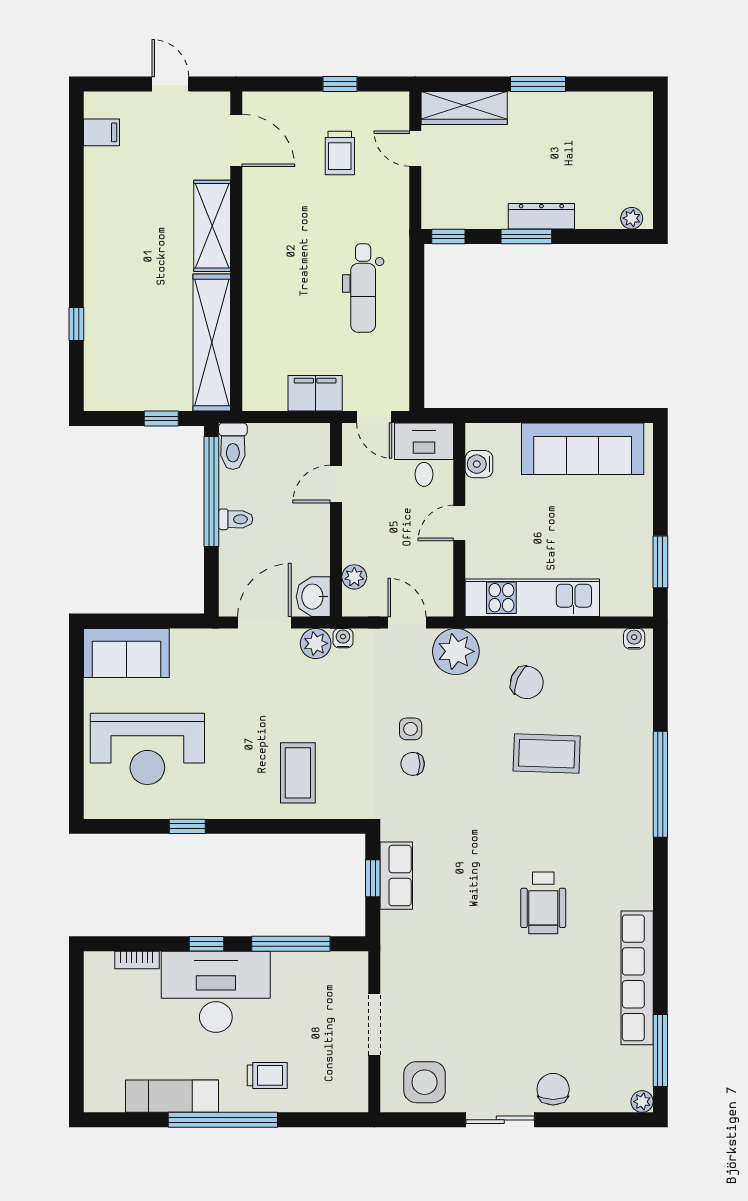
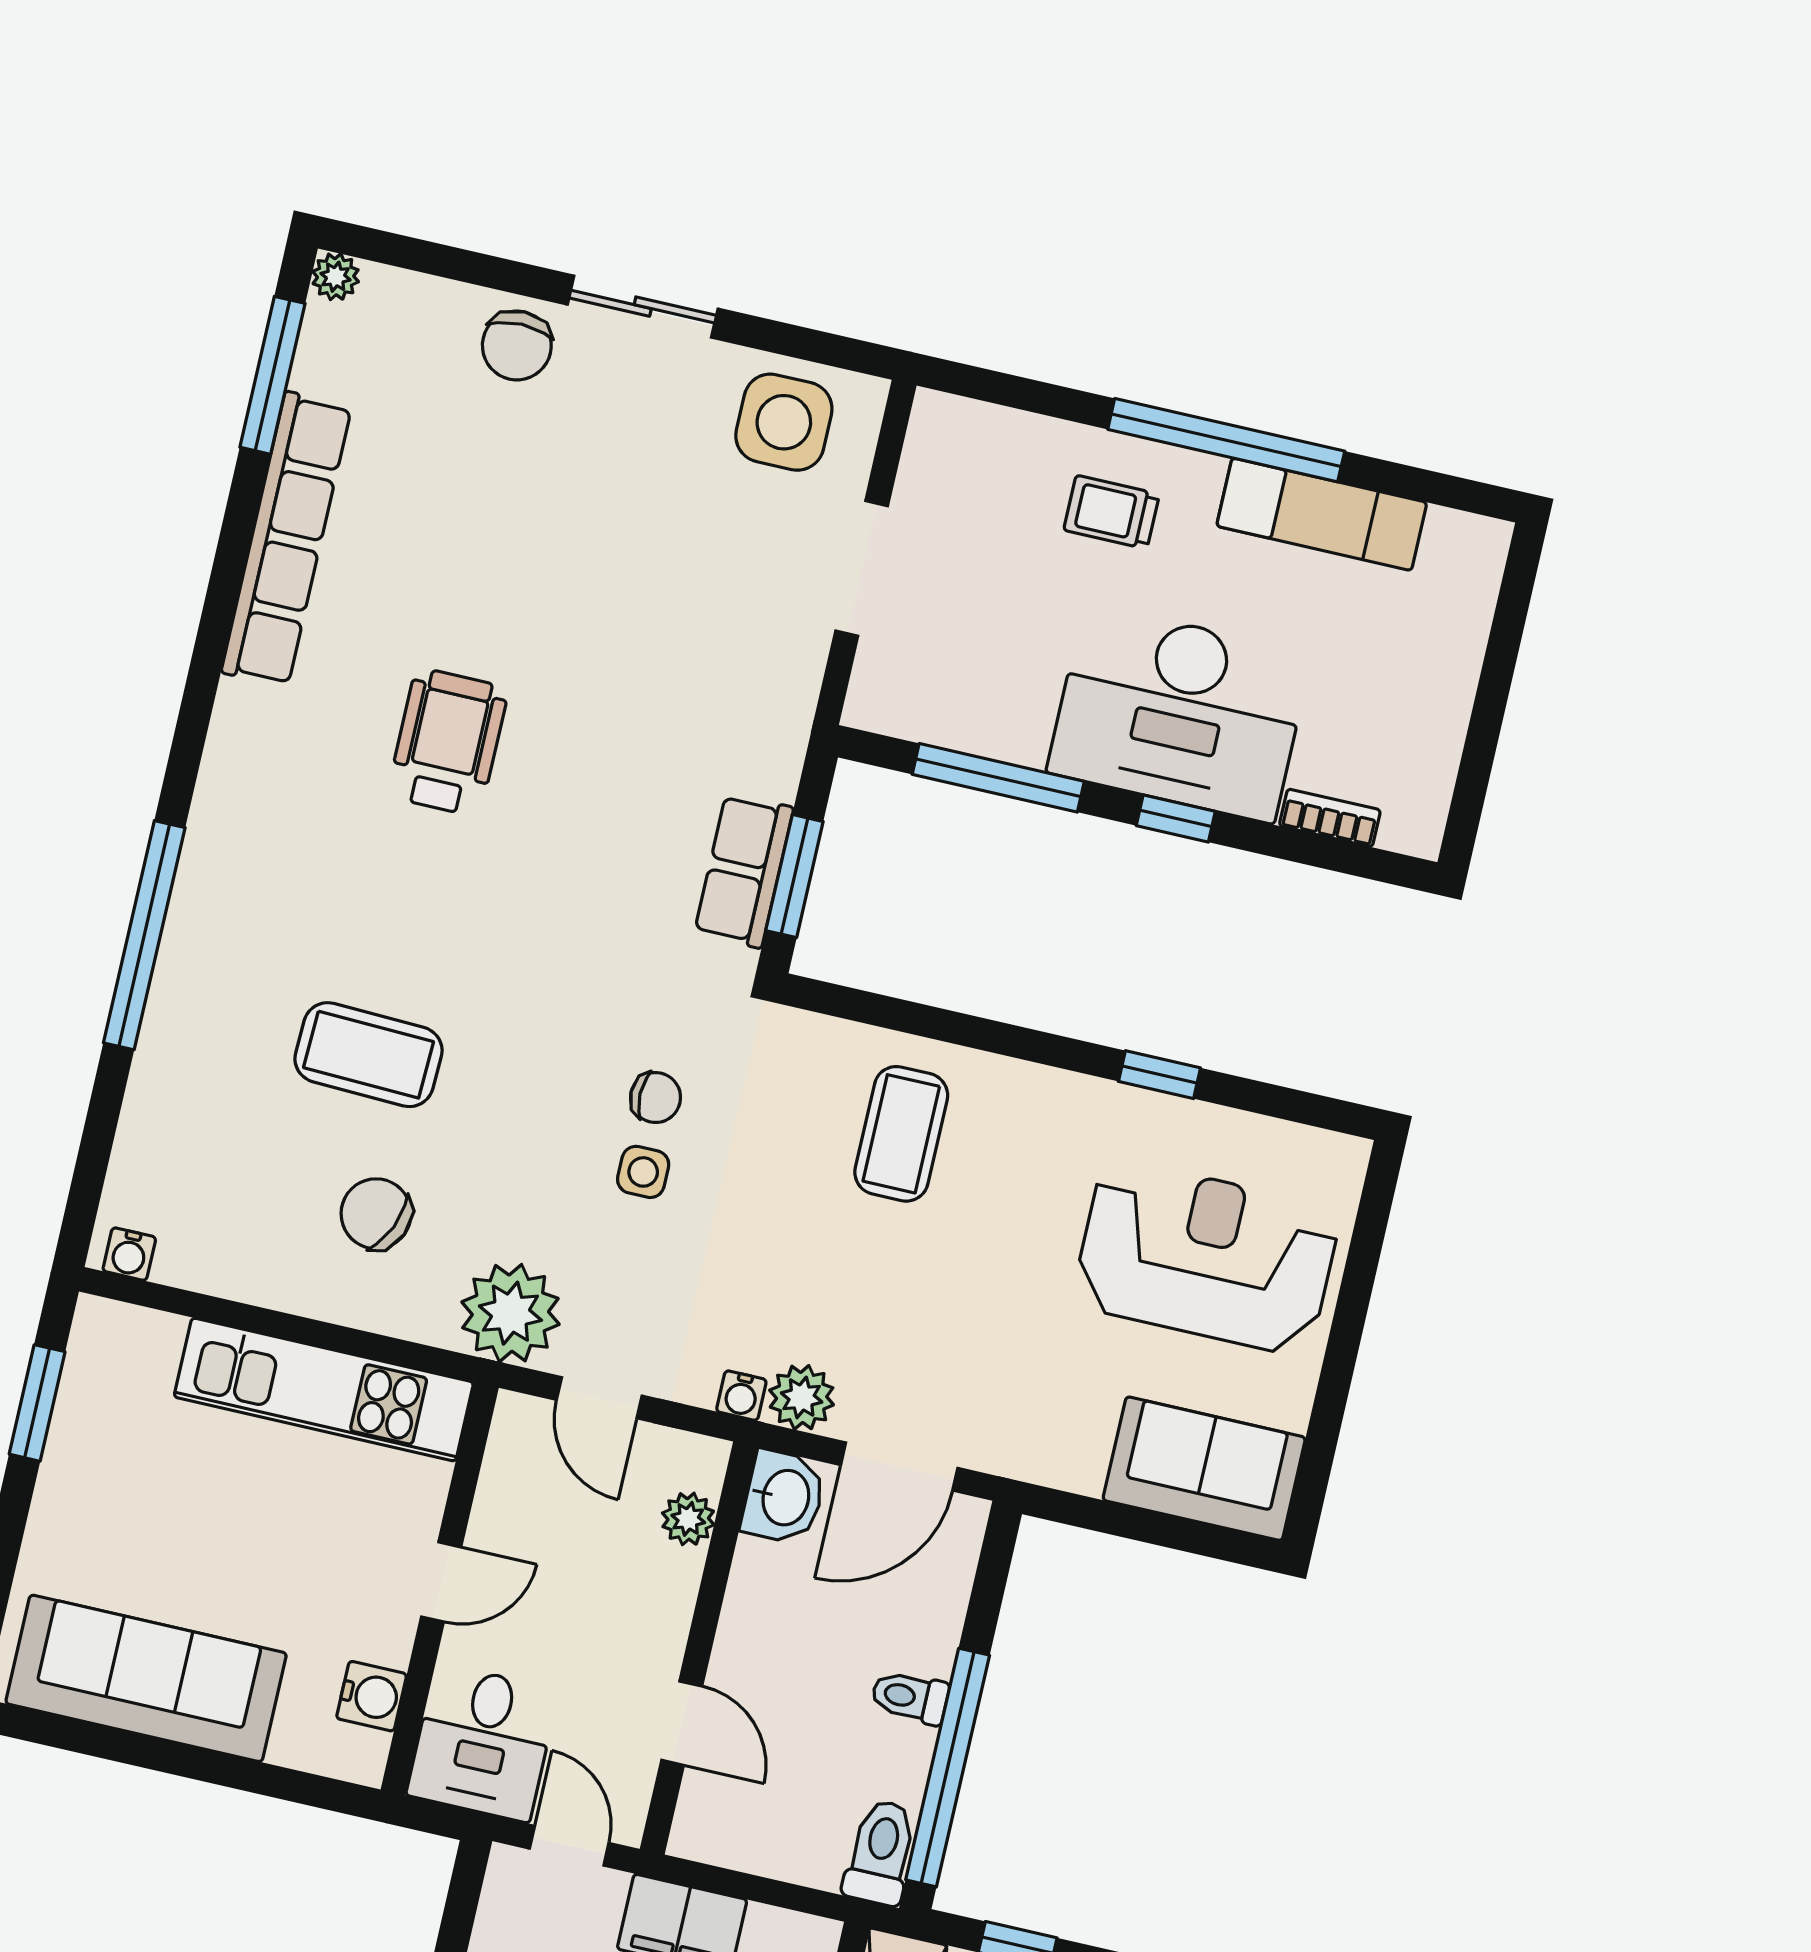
door: (336, 484) -> (682, 1723), hinge flipped
window: (373, 878) -> (794, 876), width x1.50

